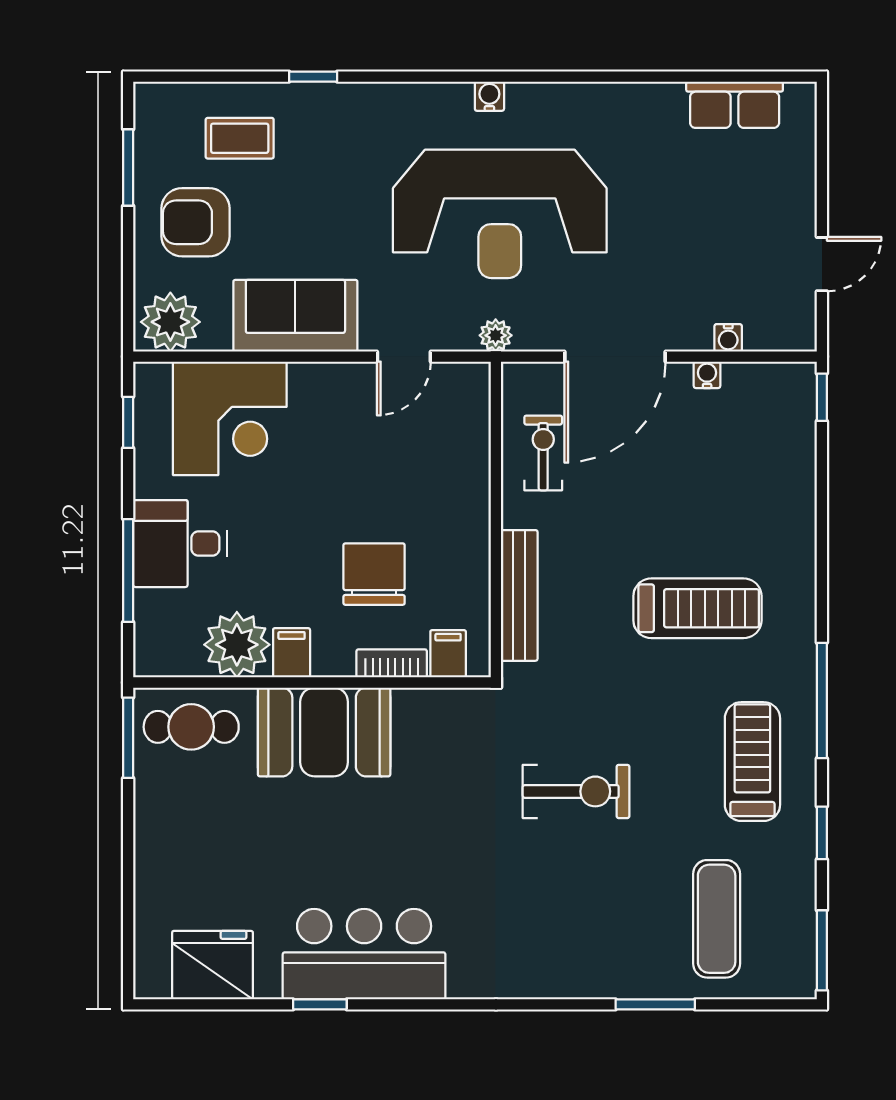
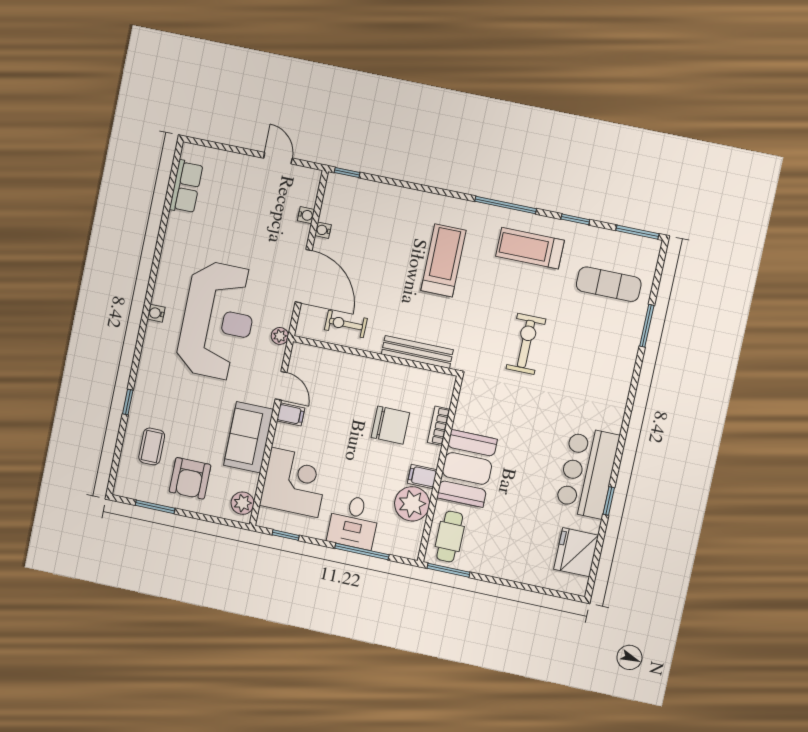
plant: (170, 322) -> (243, 503), width x0.73, depth x0.73
chair: (374, 574) -> (390, 425), turned 180
filing cabinet: (448, 654) -> (291, 414), moved, turned 180

